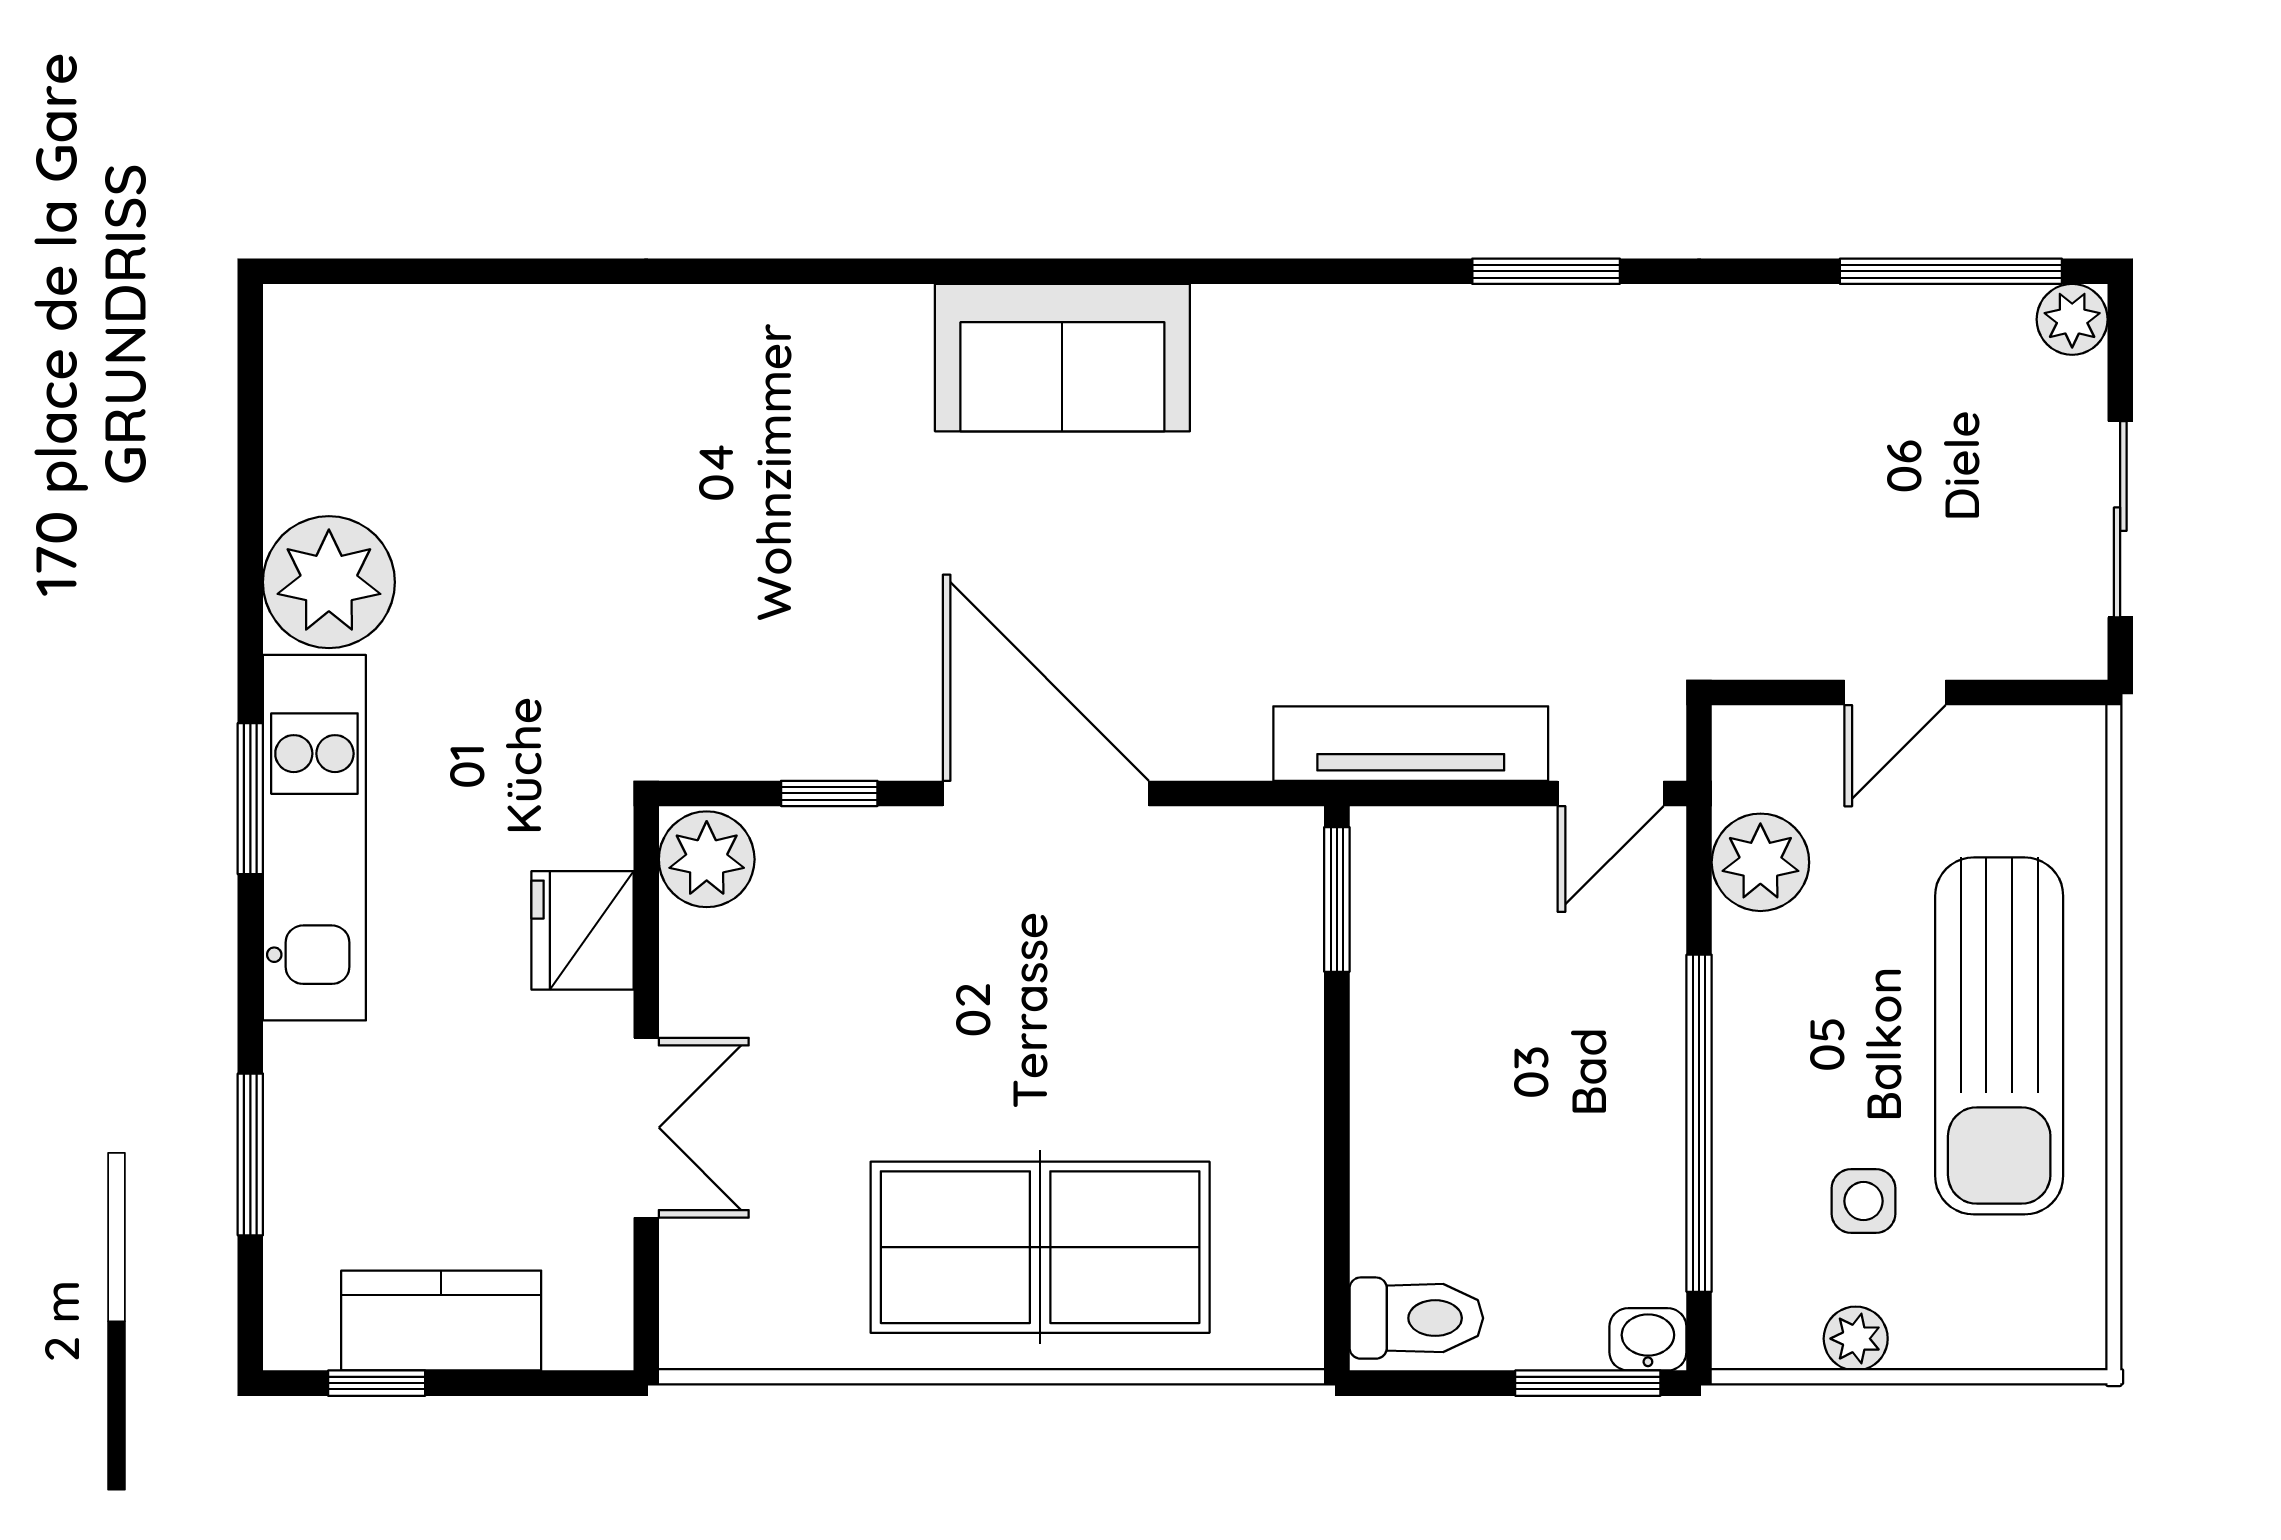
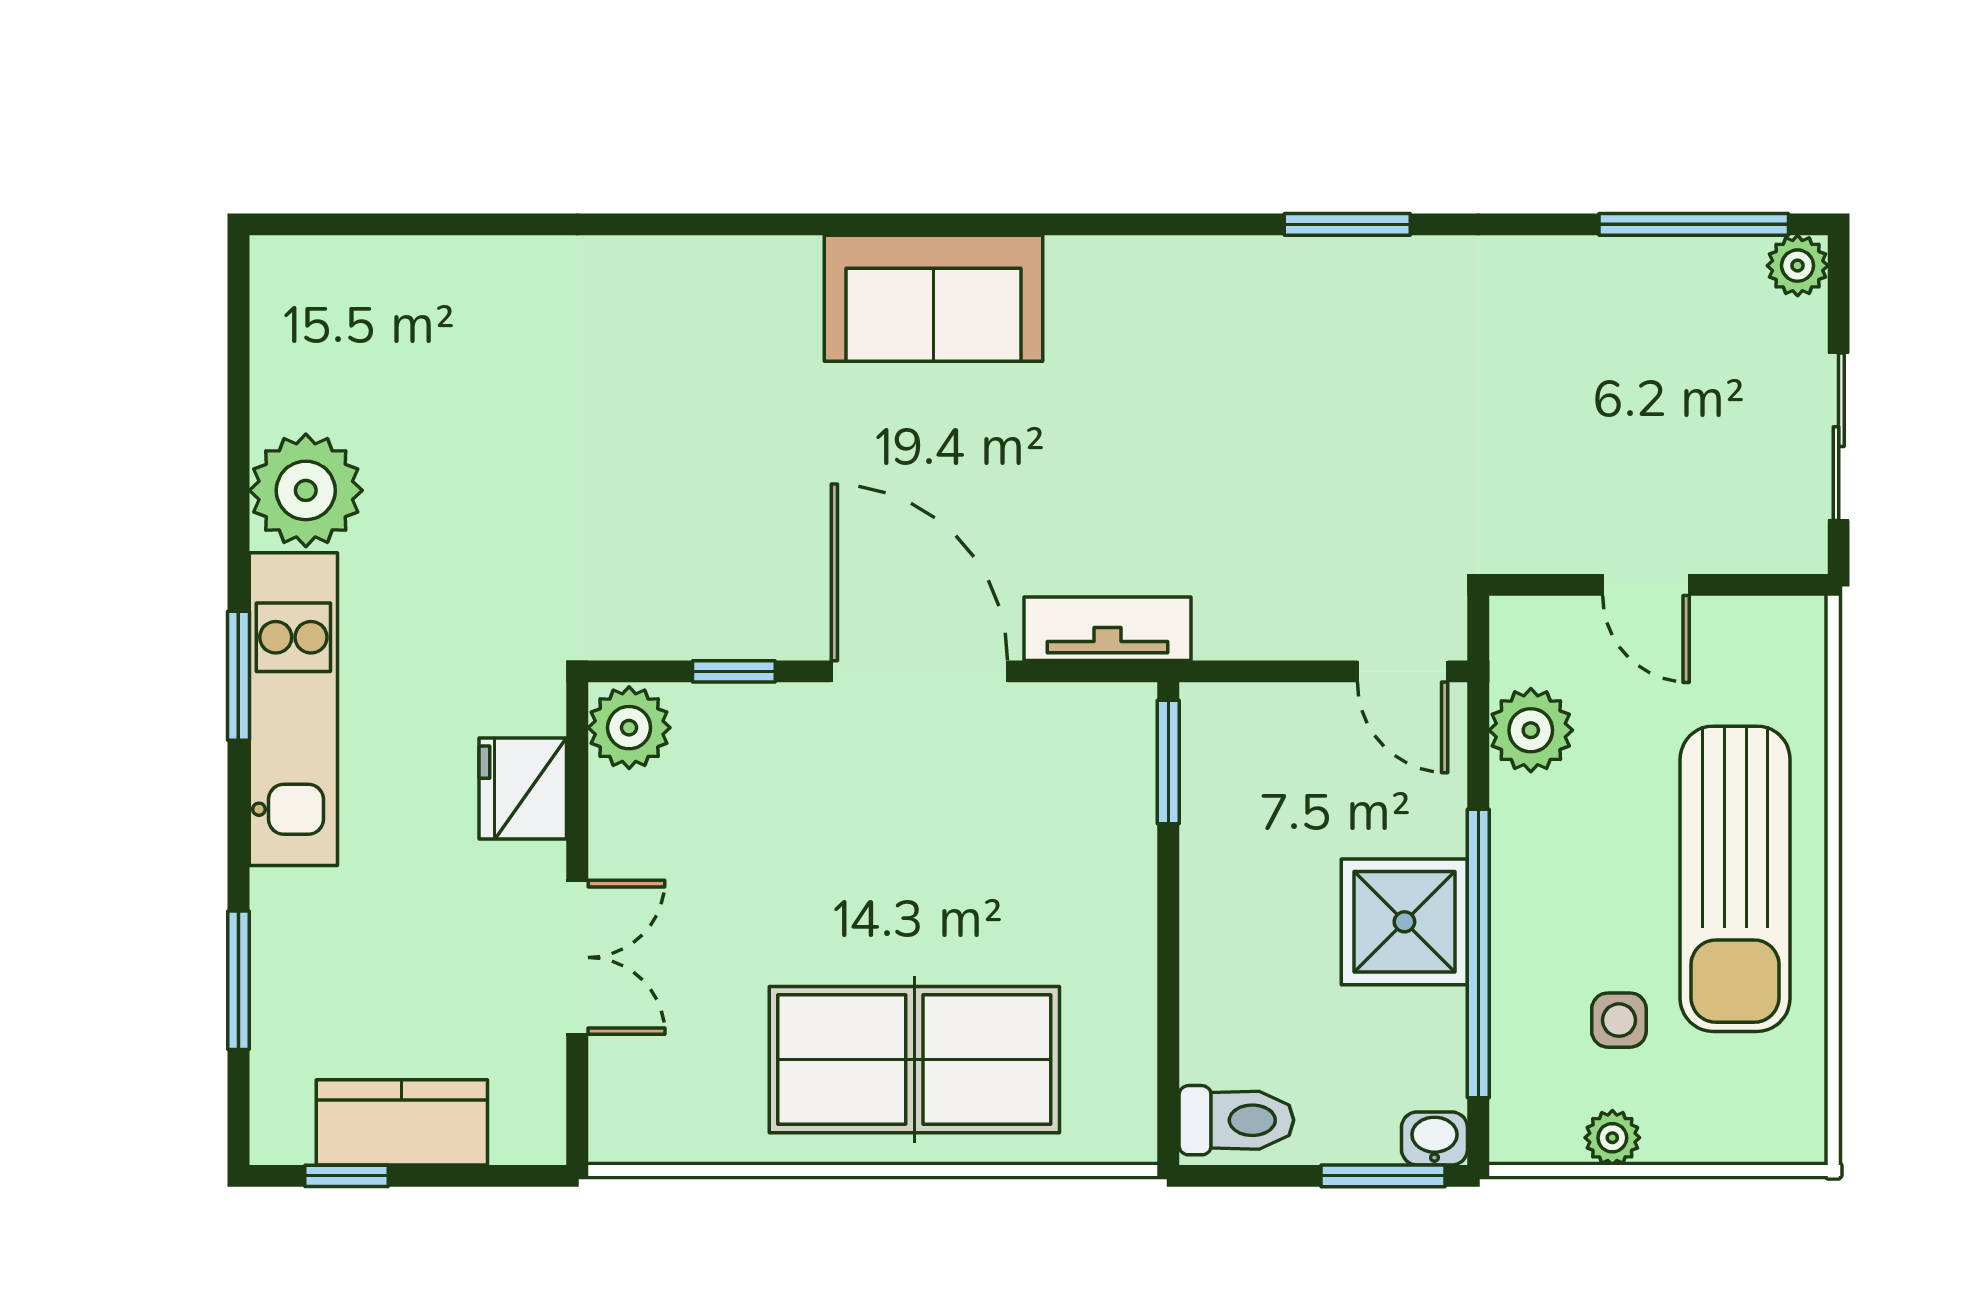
door: (1895, 692) -> (1646, 585), hinge flipped
tv unit: (1411, 744) -> (1108, 629), moved, width x0.71
door: (1611, 793) -> (1403, 671), hinge flipped
shower: (1613, 1086) -> (1404, 922), added

